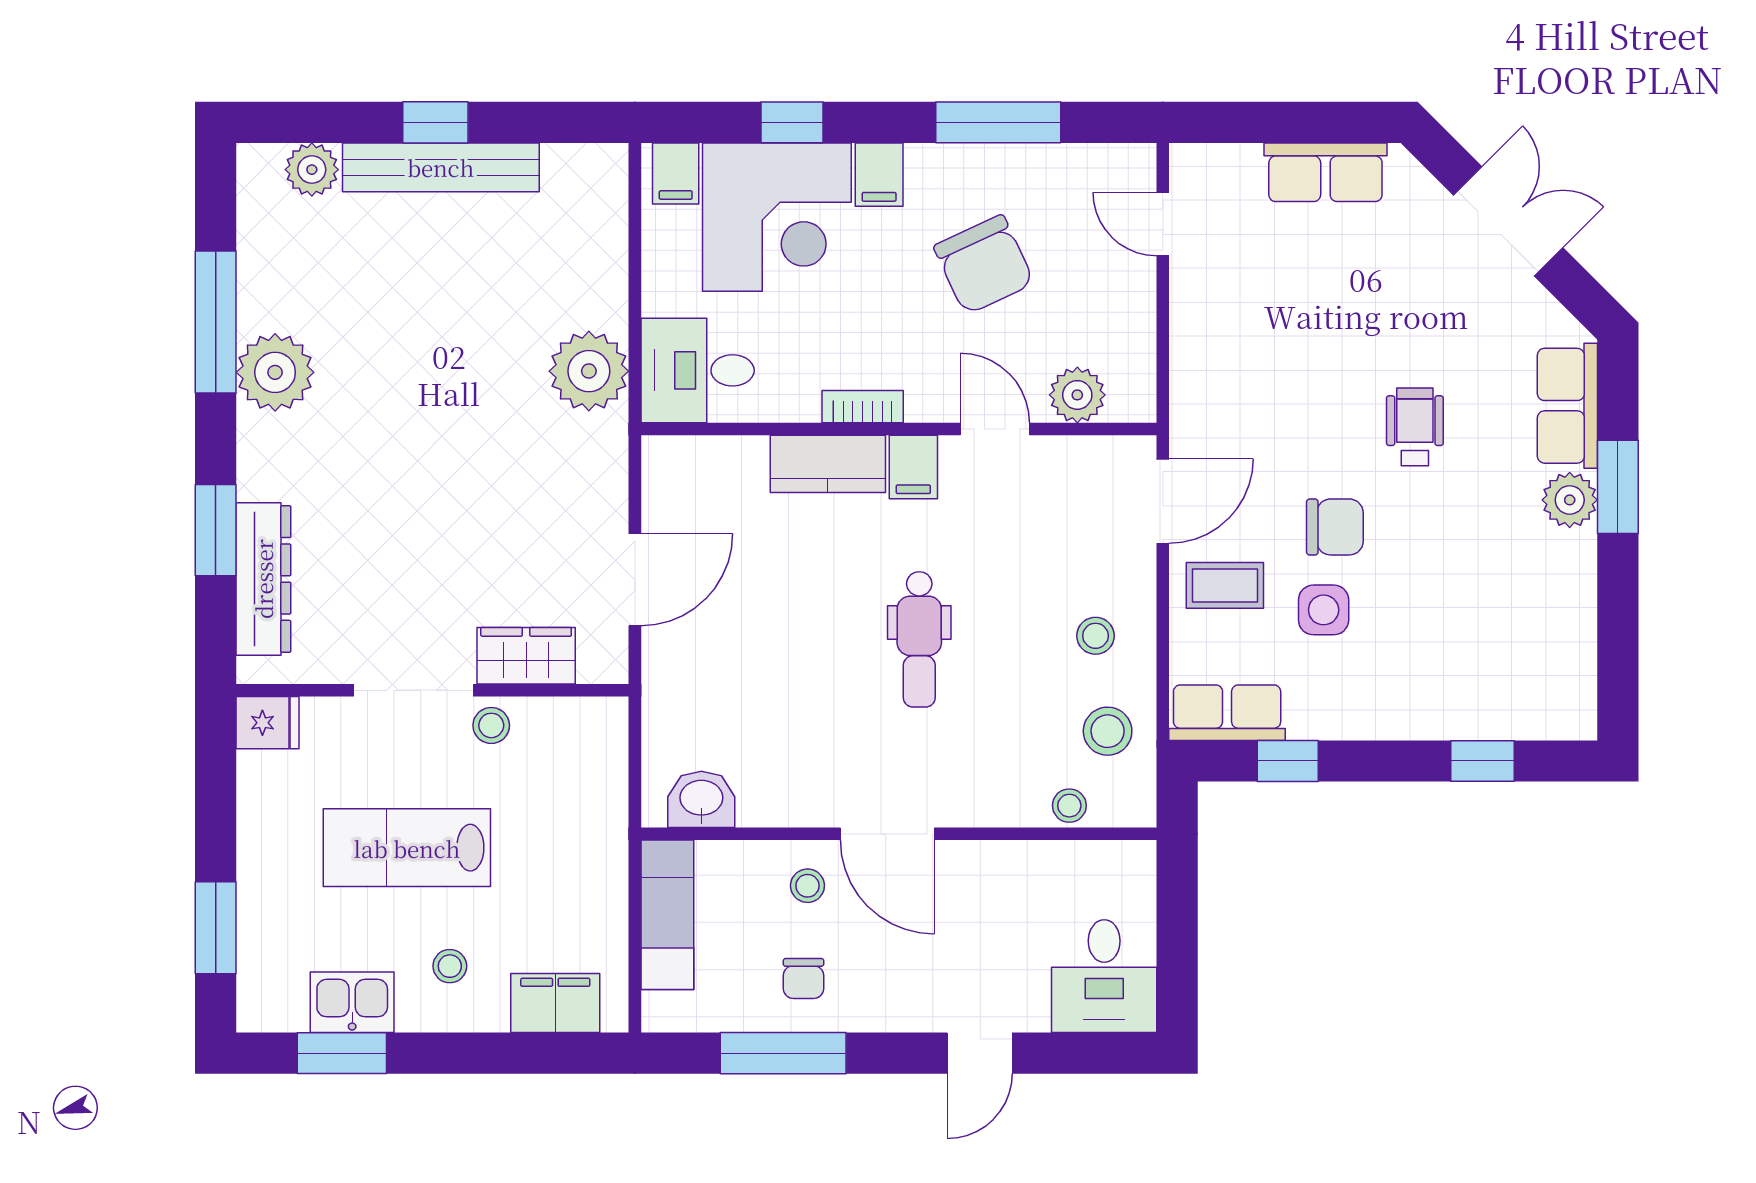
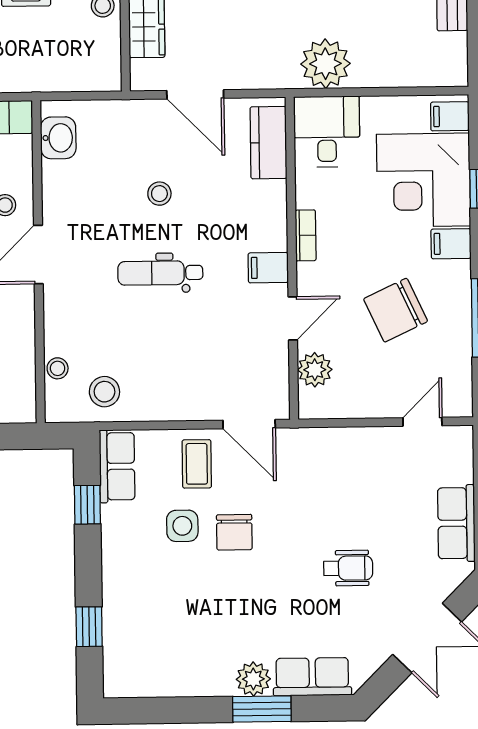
wheelchair: (1415, 427) -> (348, 568), moved
kitchen counter: (828, 464) -> (268, 143), moved
stool: (1096, 636) -> (159, 194), moved

